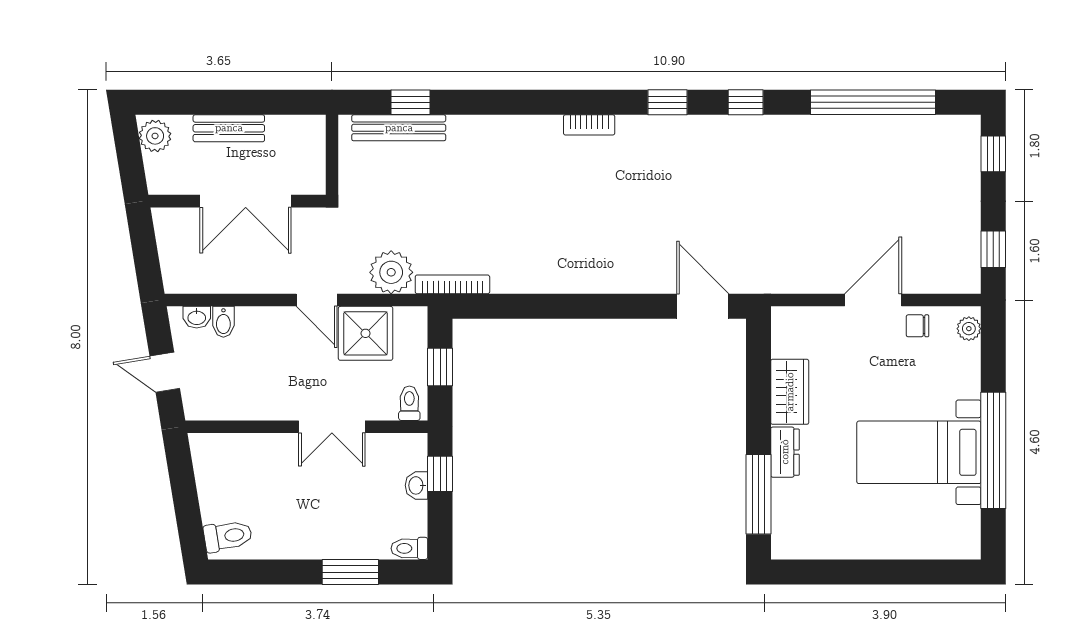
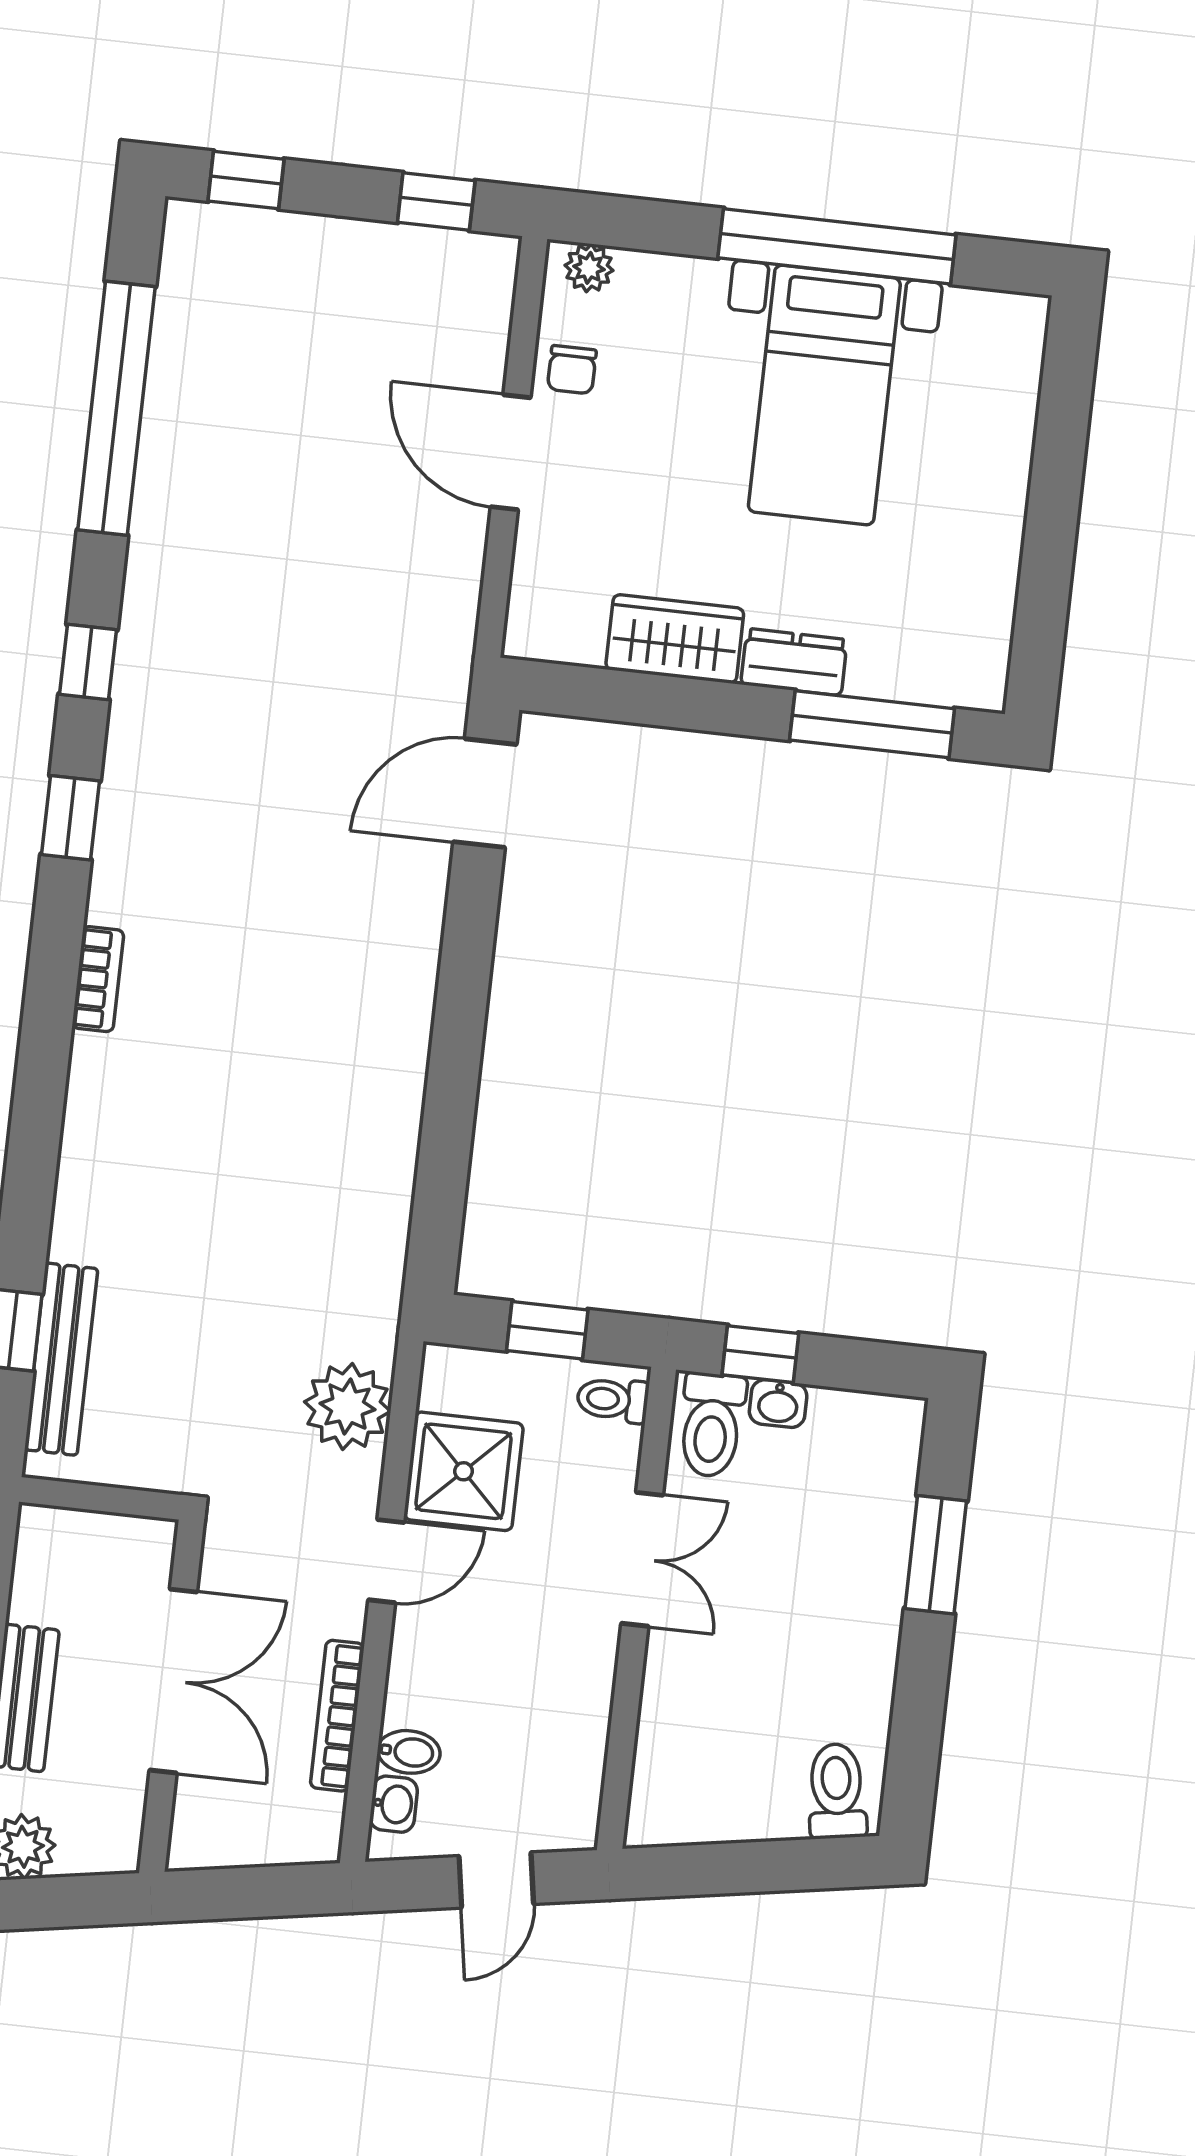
bookcase: (452, 284) -> (337, 1716), moved
toilet: (409, 548) -> (712, 1425), moved, width x1.37, depth x1.39

